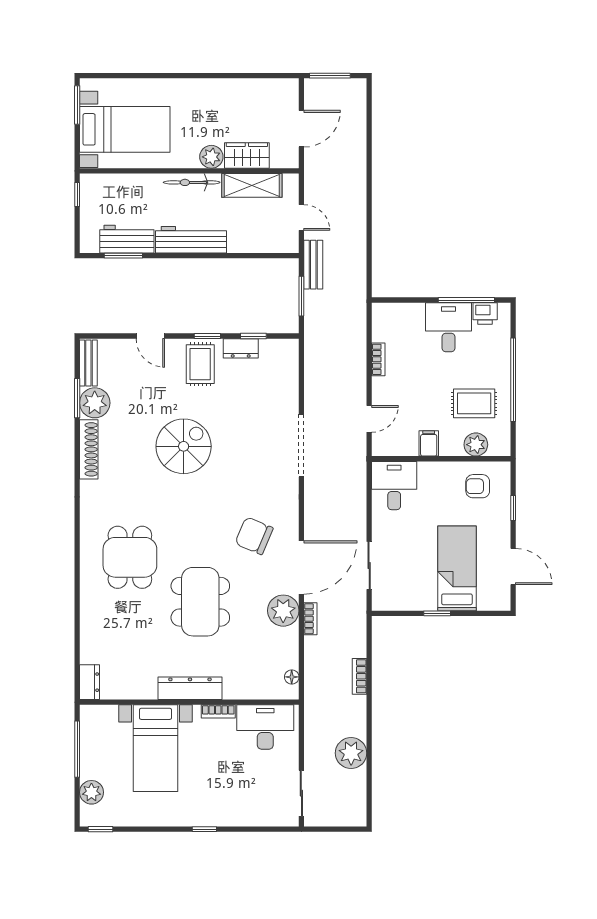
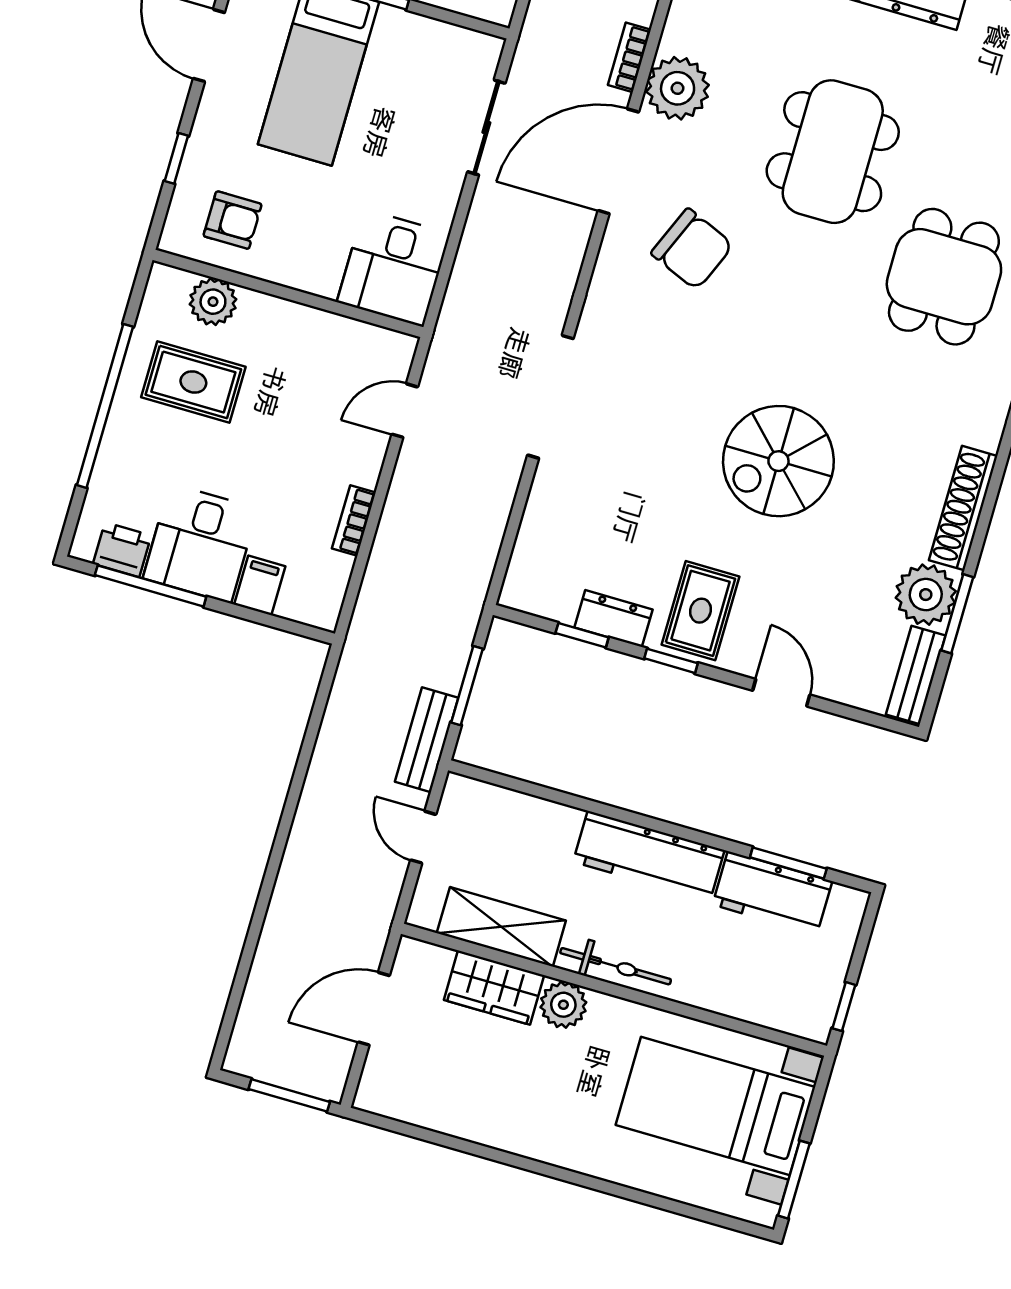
filing cabinet: (429, 443) -> (260, 585), moved, turned 180

